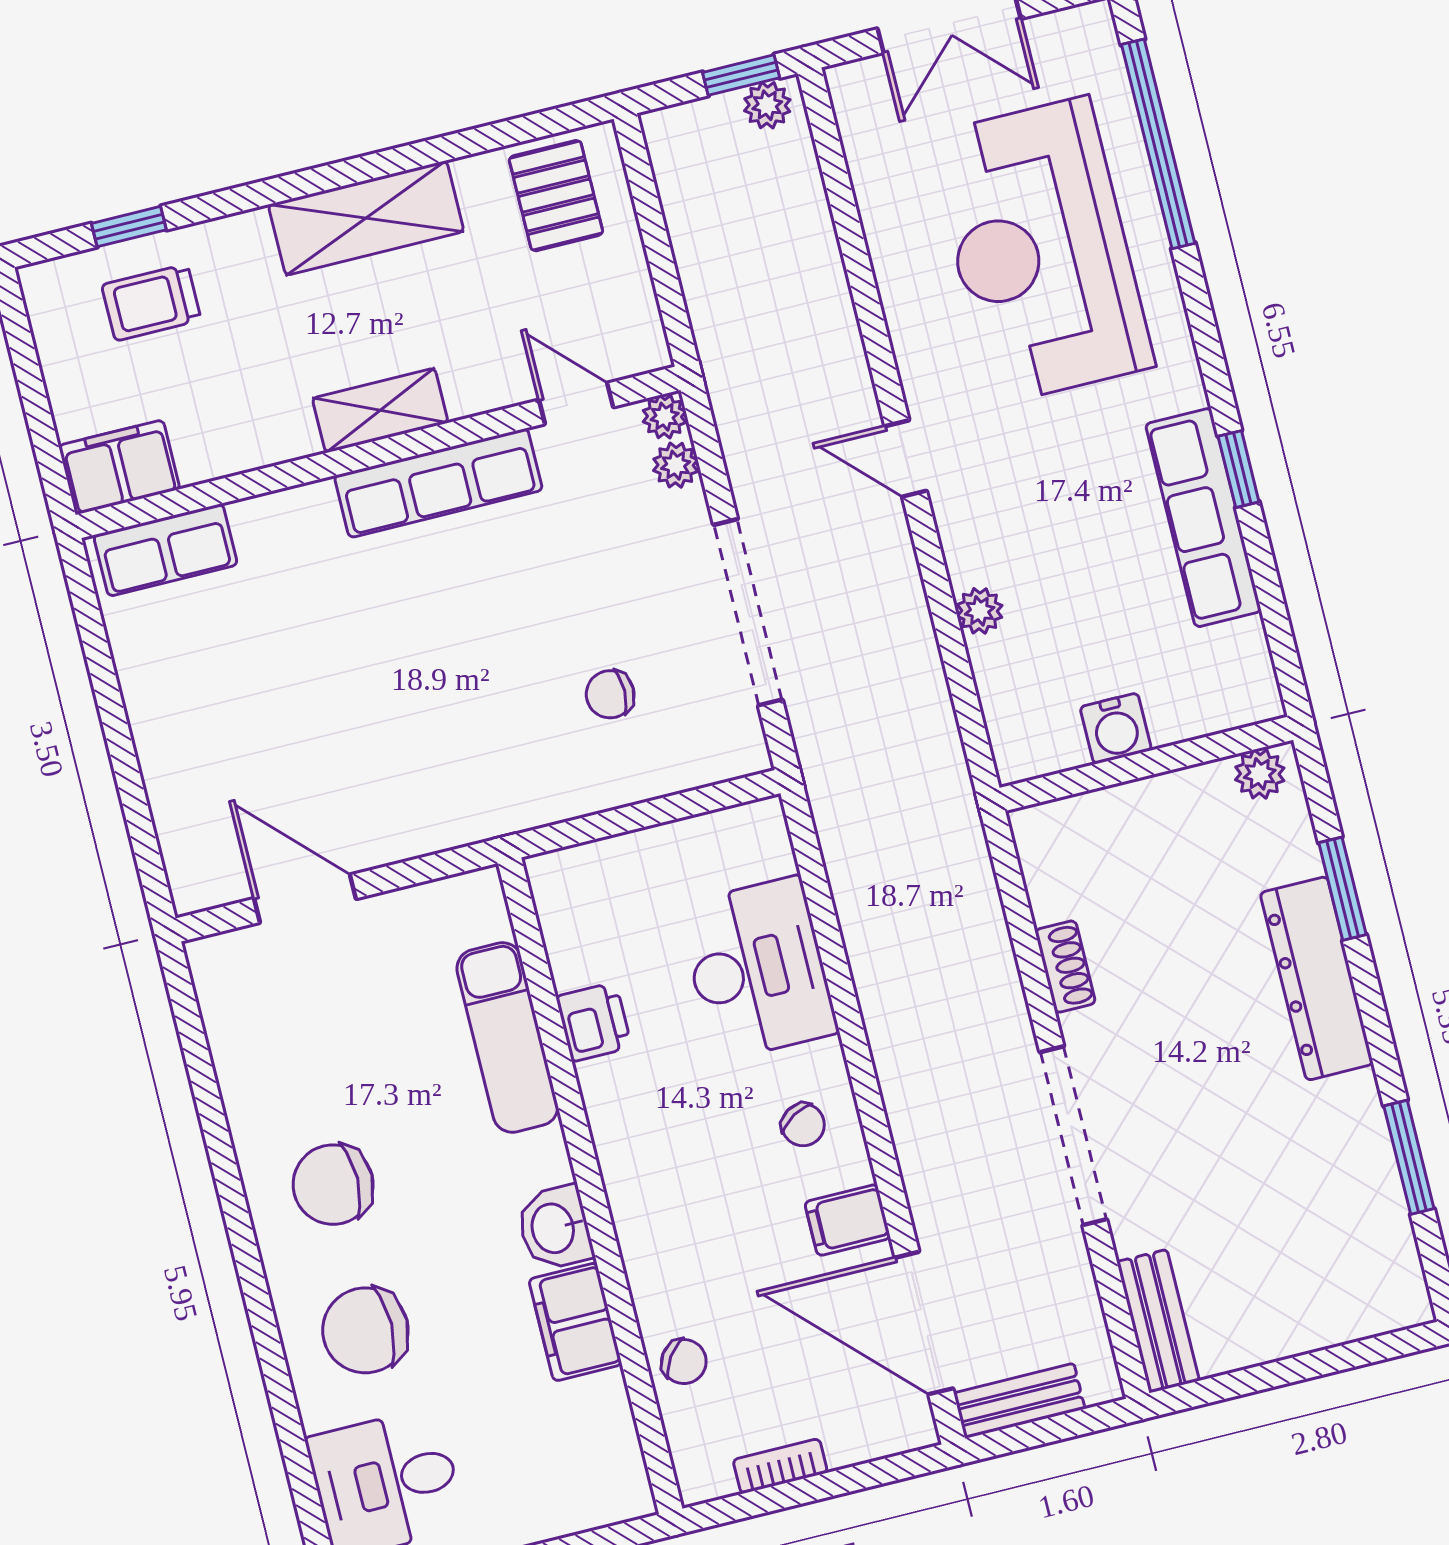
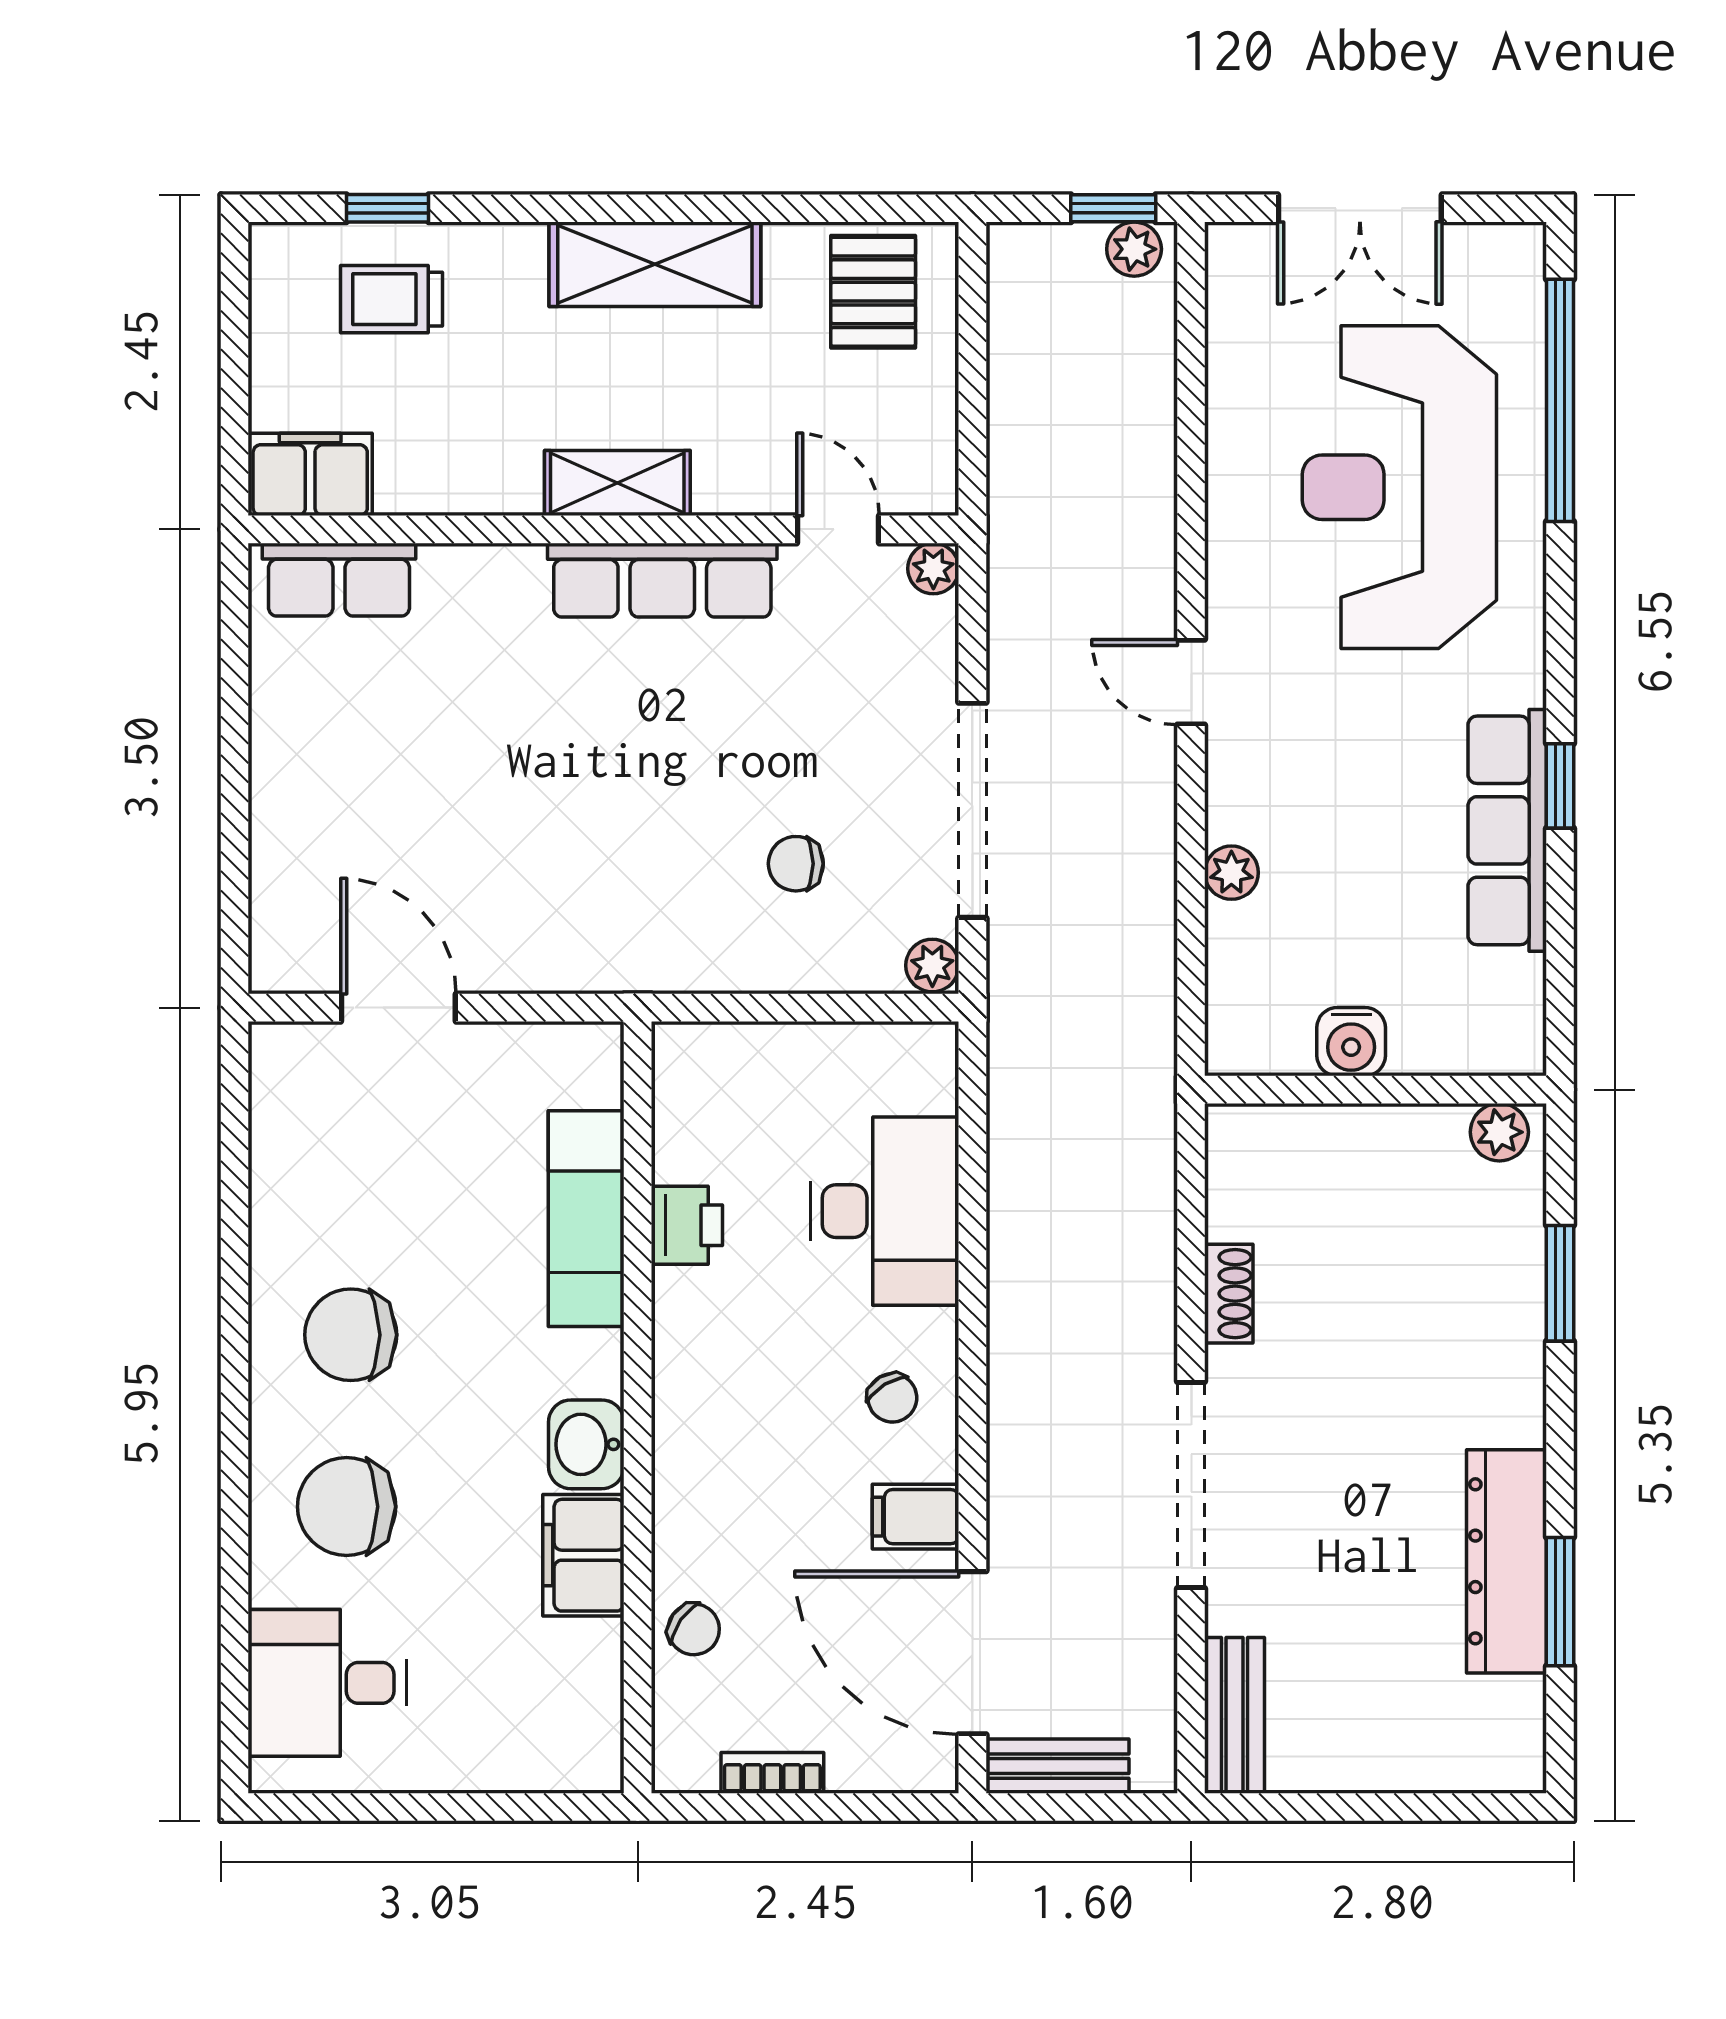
plant: (676, 465) -> (932, 965), moved
dresser: (1317, 978) -> (1506, 1561), moved

